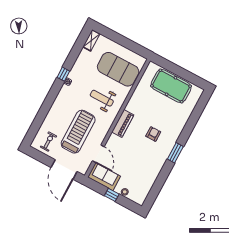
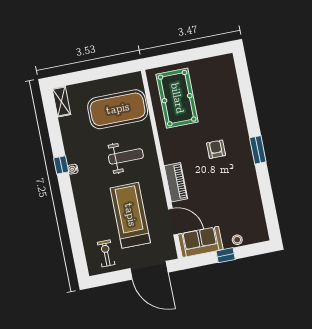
pool table: (171, 86) -> (177, 98), moved, turned 90
weight bench: (102, 98) -> (126, 156), turned 180
piano: (123, 123) -> (176, 182), moved

